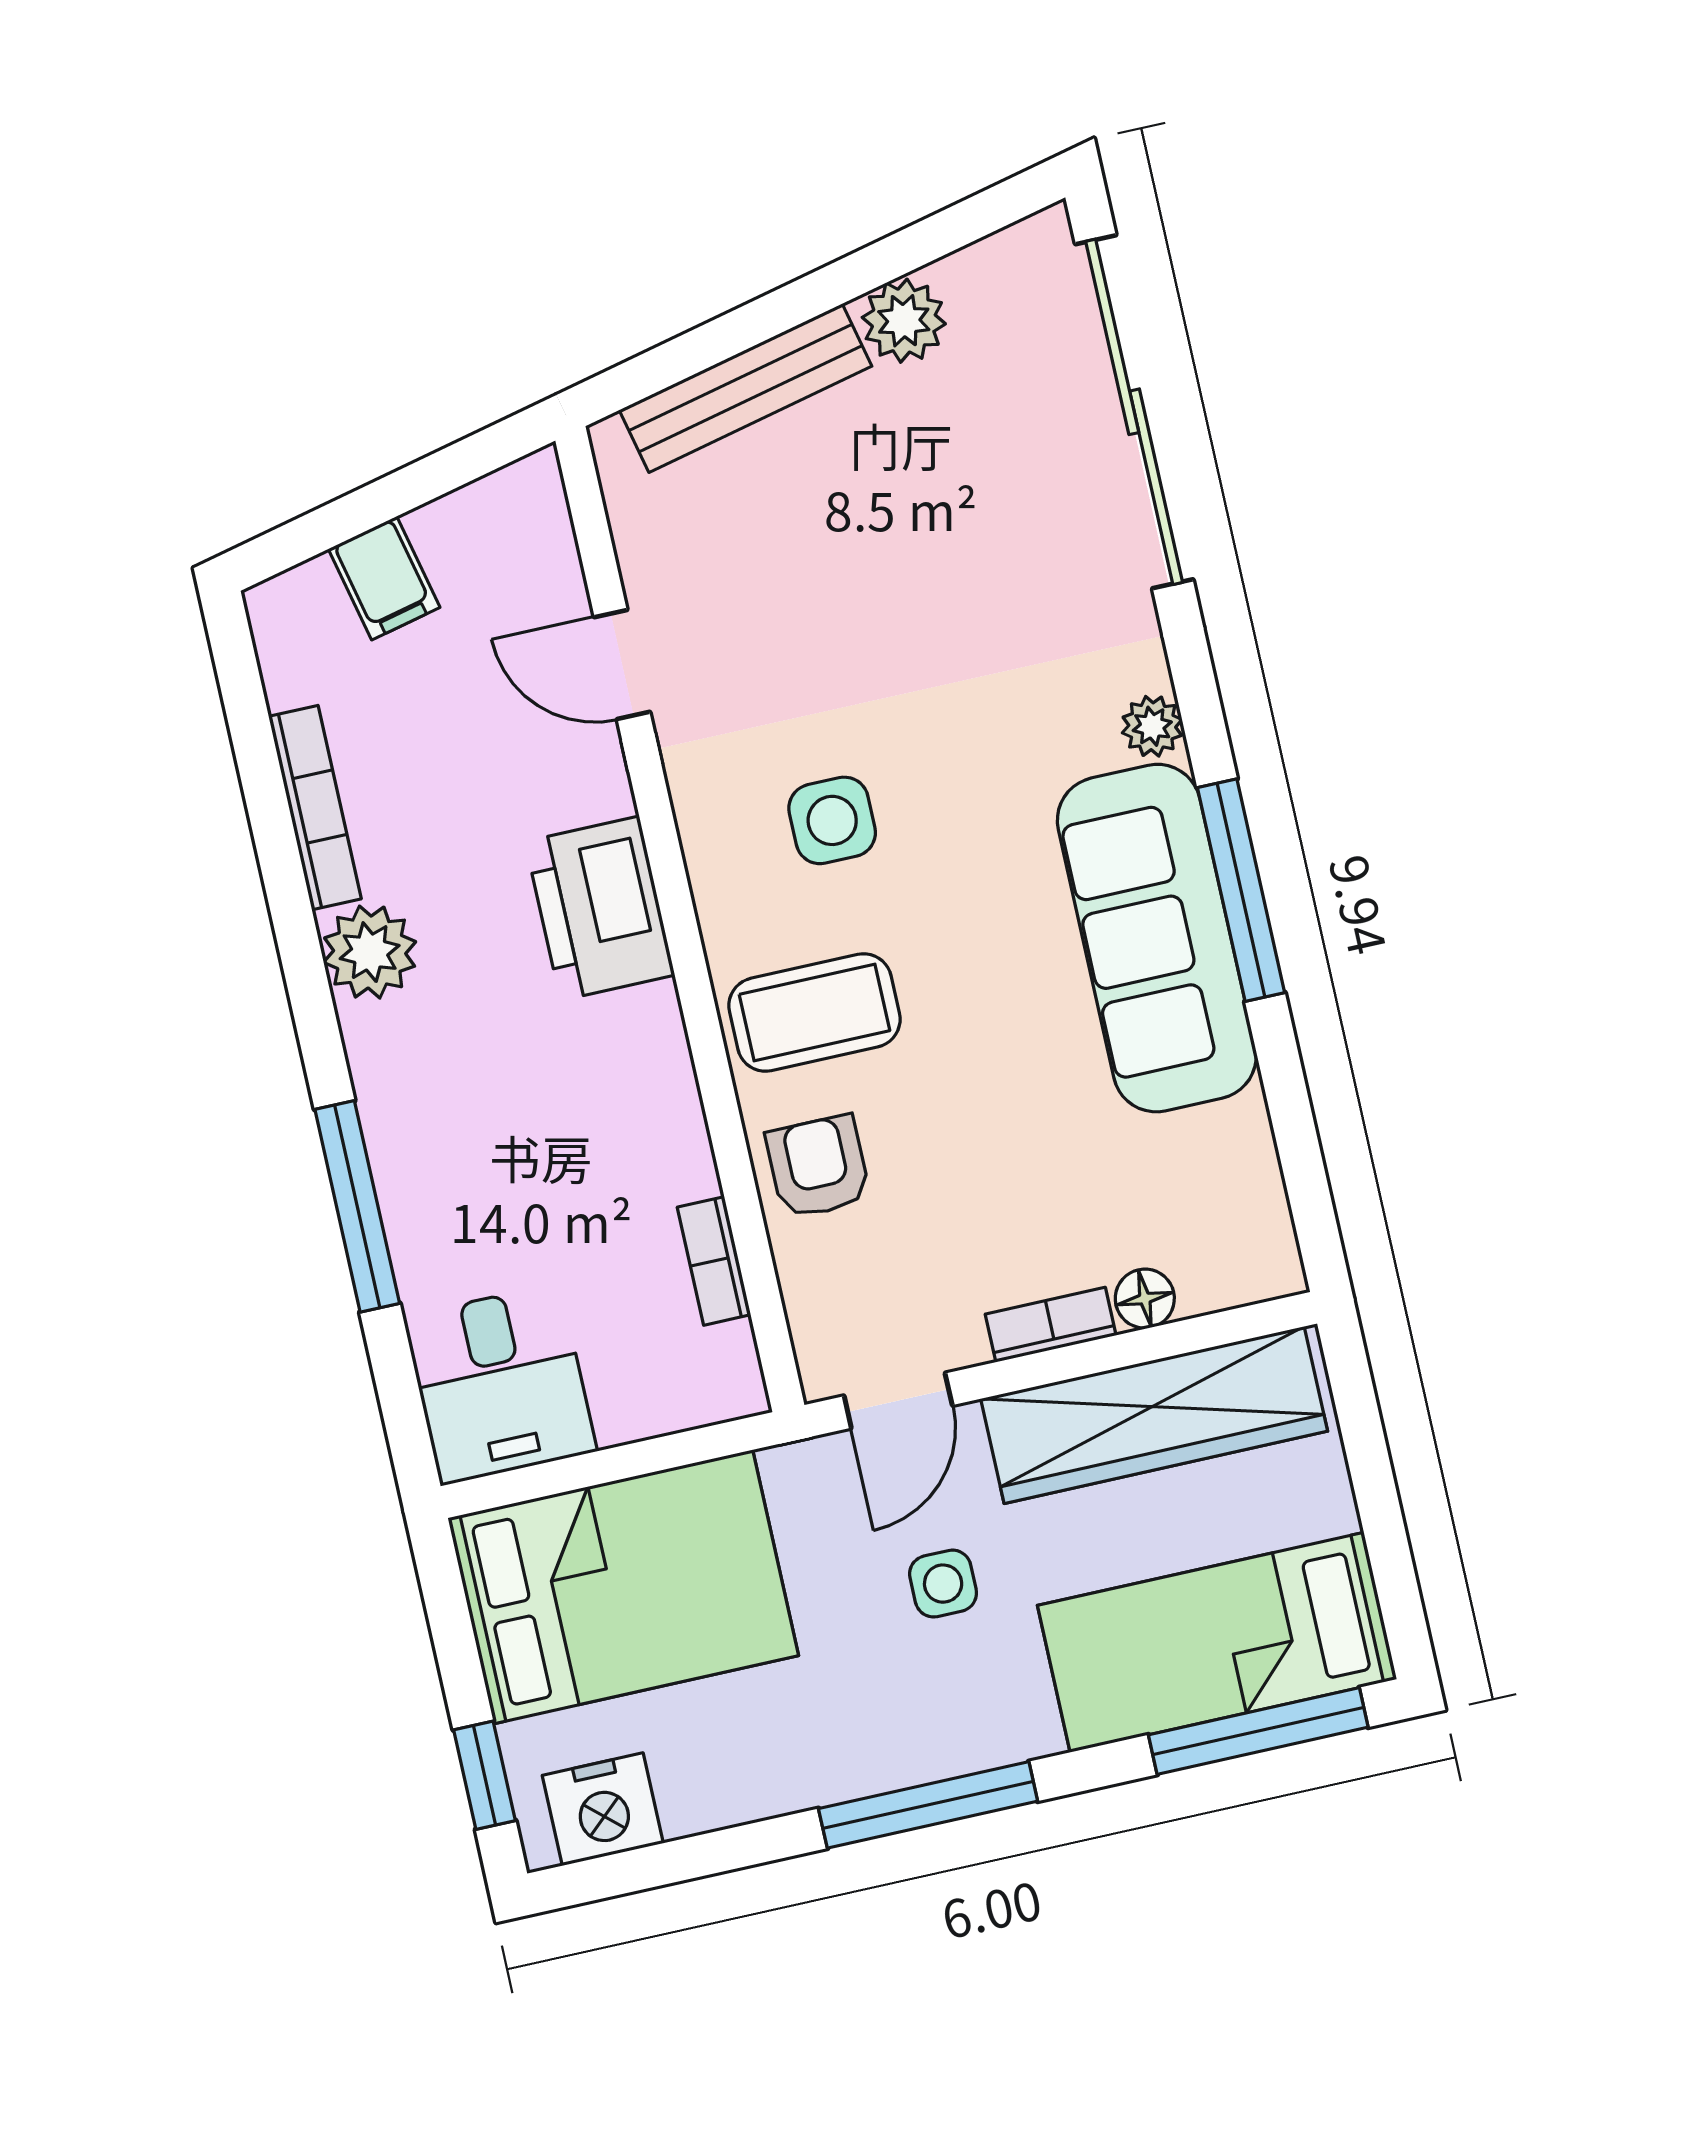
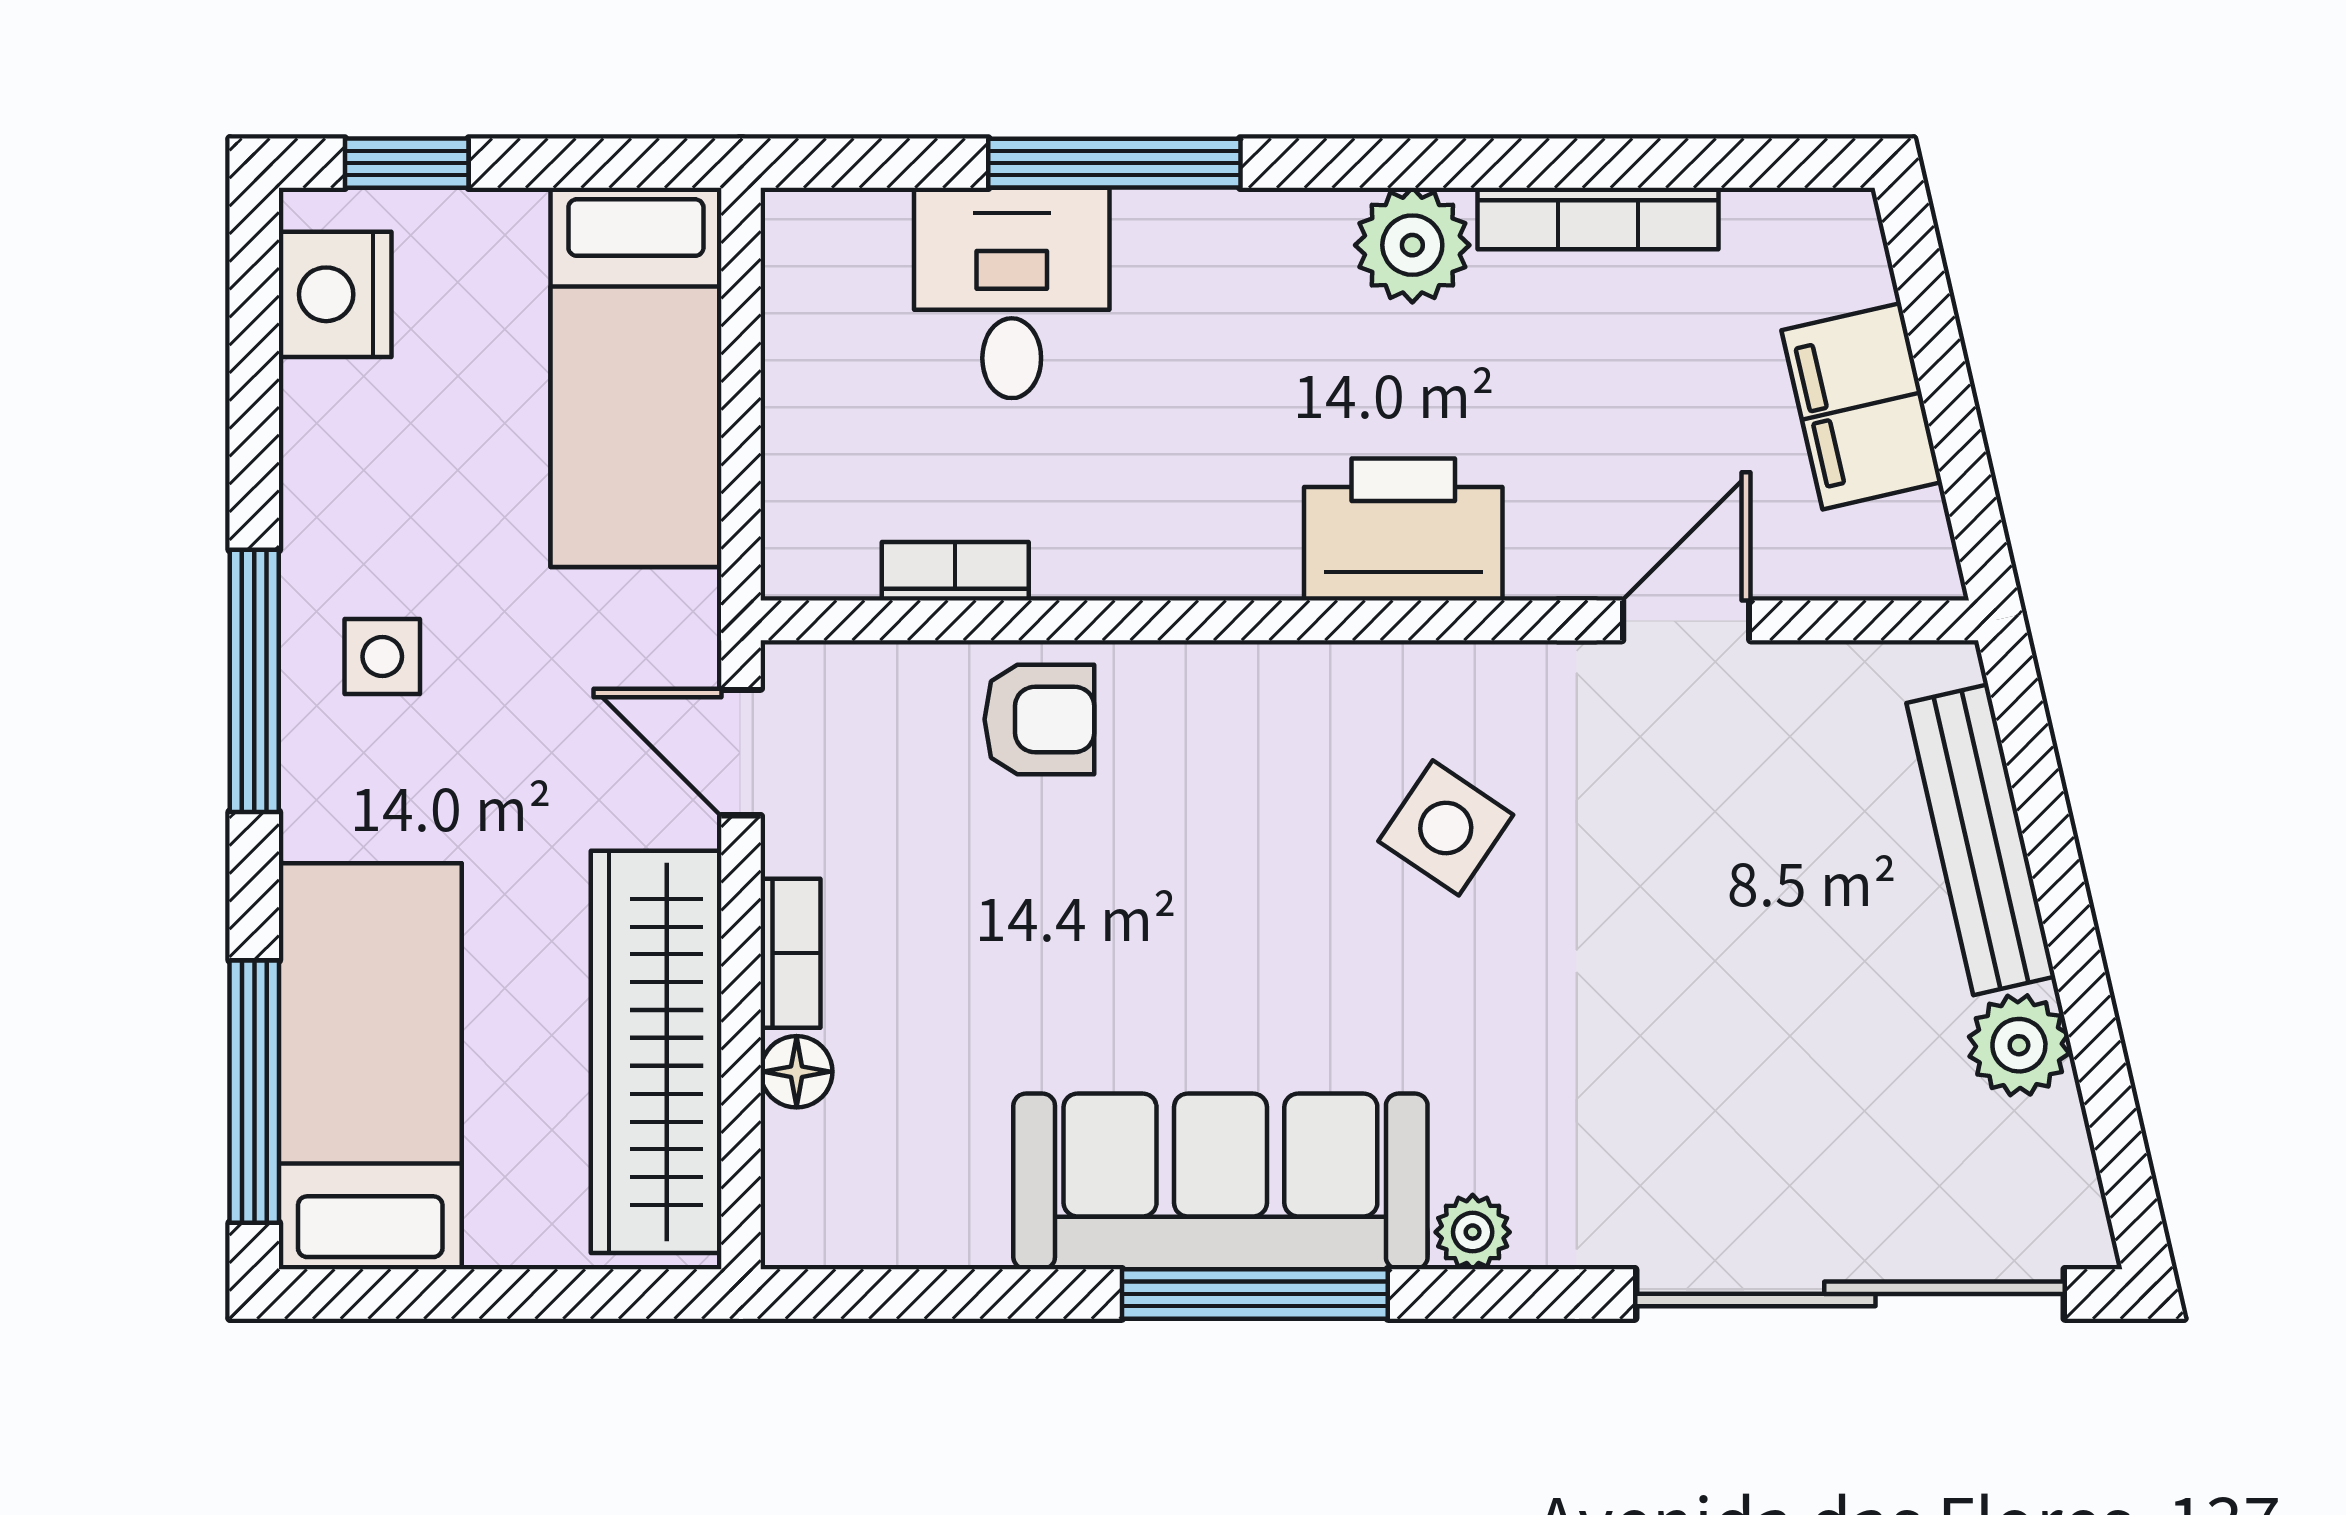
filing cabinet: (384, 578) -> (1862, 406), width x2.00
side table: (832, 820) -> (1446, 828), turned 34
coffee table: (814, 1013) -> (1223, 756), removed
desk: (500, 1384) -> (1012, 293), moved, turned 90
side table: (943, 1584) -> (382, 657), moved
bed: (623, 1587) -> (636, 377), width x0.67

